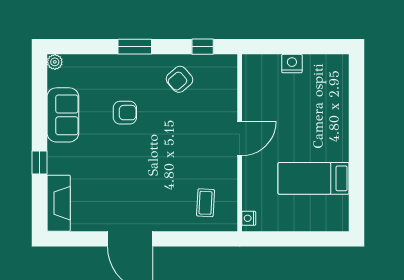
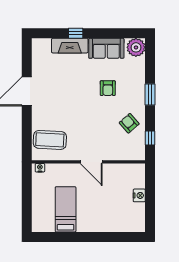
plant: (55, 62) -> (136, 47), width x1.87, depth x1.87
fireplace: (59, 203) -> (70, 46), moved
coffee table: (206, 203) -> (50, 140), width x1.86, depth x1.72

